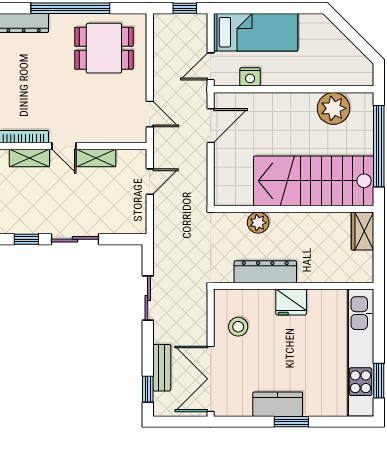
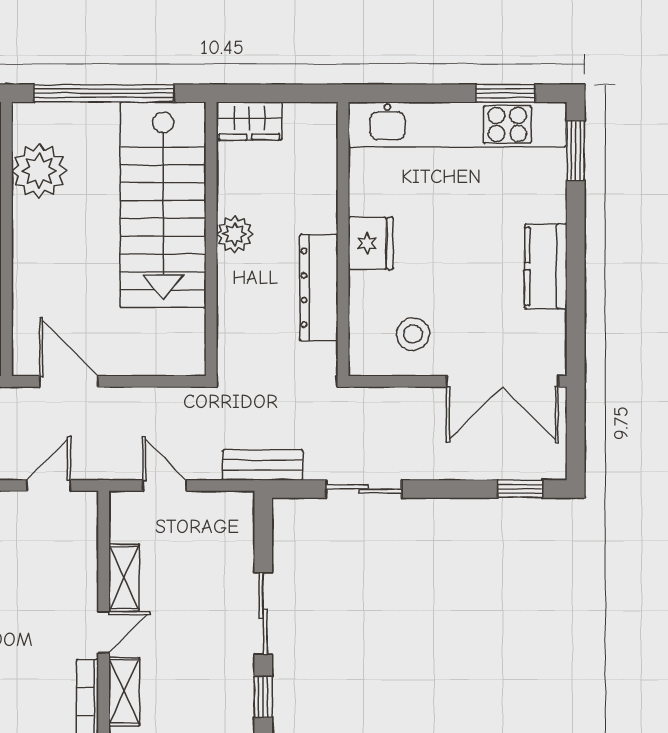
plant: (258, 223) -> (235, 234), moved
bench: (162, 368) -> (263, 465), moved
window: (291, 422) -> (576, 150), moved

